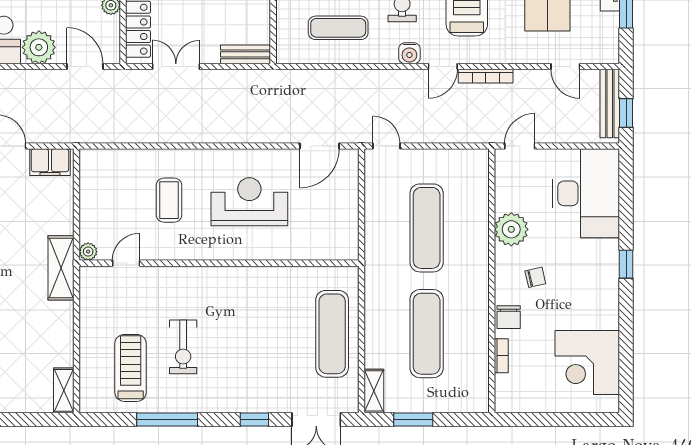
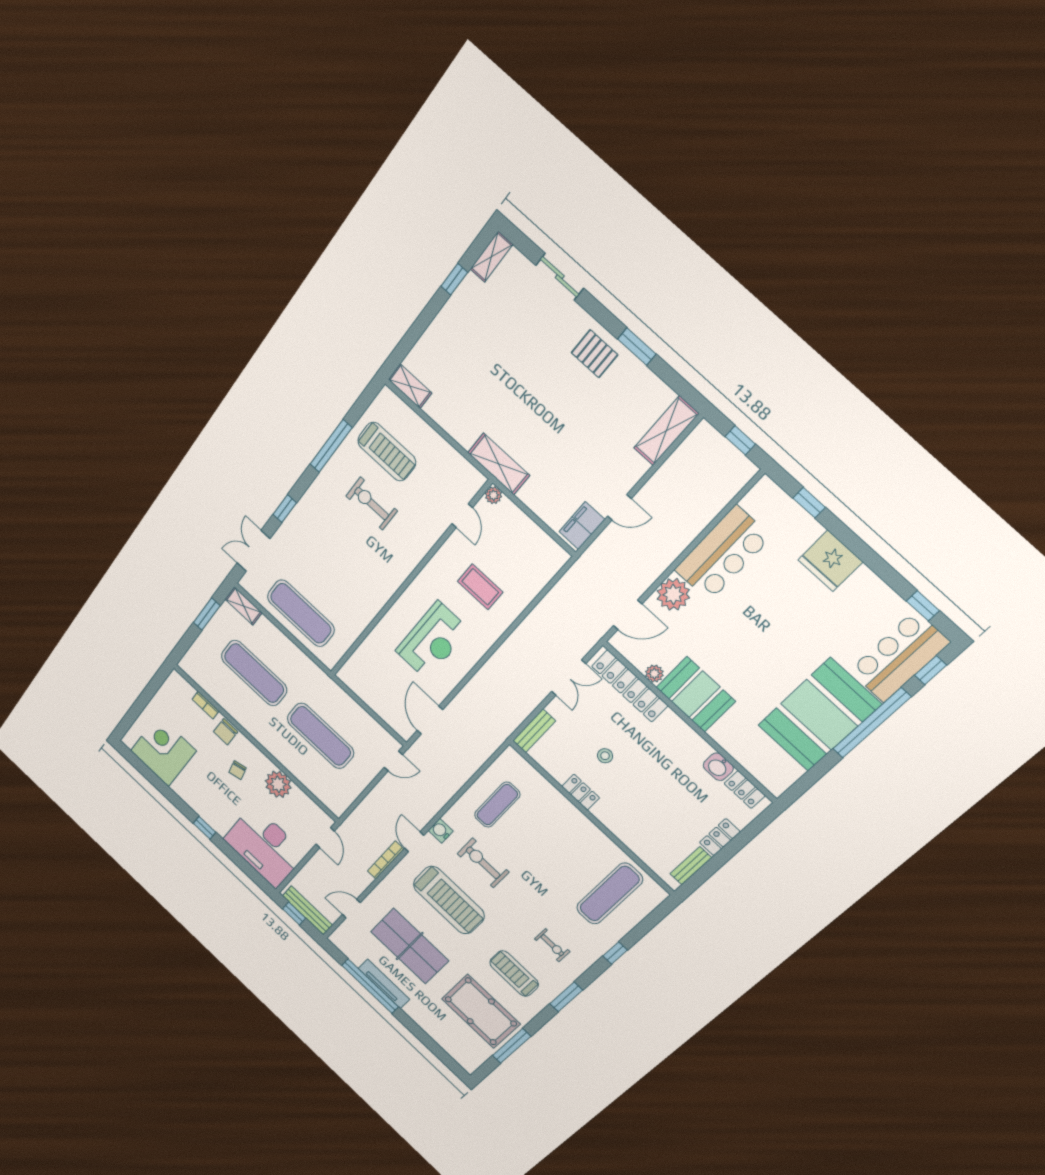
chair: (509, 317) -> (226, 732), turned -90

